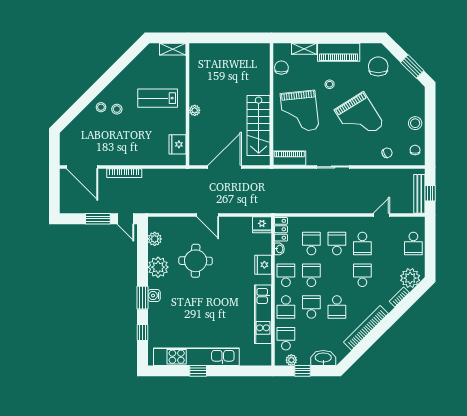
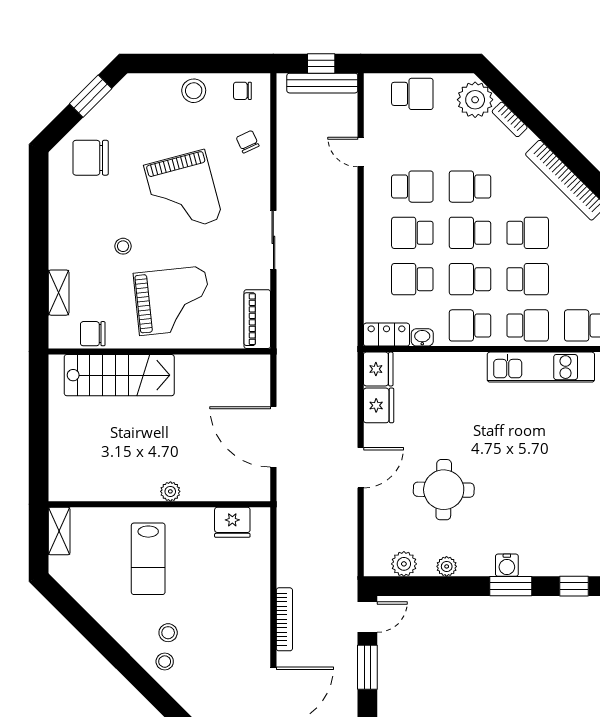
piano: (339, 52) -> (65, 230), removed
grand piano: (359, 117) -> (183, 192), turned 107
stairs: (259, 125) -> (119, 375), moved
fridge: (263, 265) -> (379, 405), moved, turned -90
plant: (158, 267) -> (447, 566), width x0.53, depth x0.53
school desk: (337, 275) -> (470, 233), added
school desk: (311, 307) -> (528, 279), turned 180

